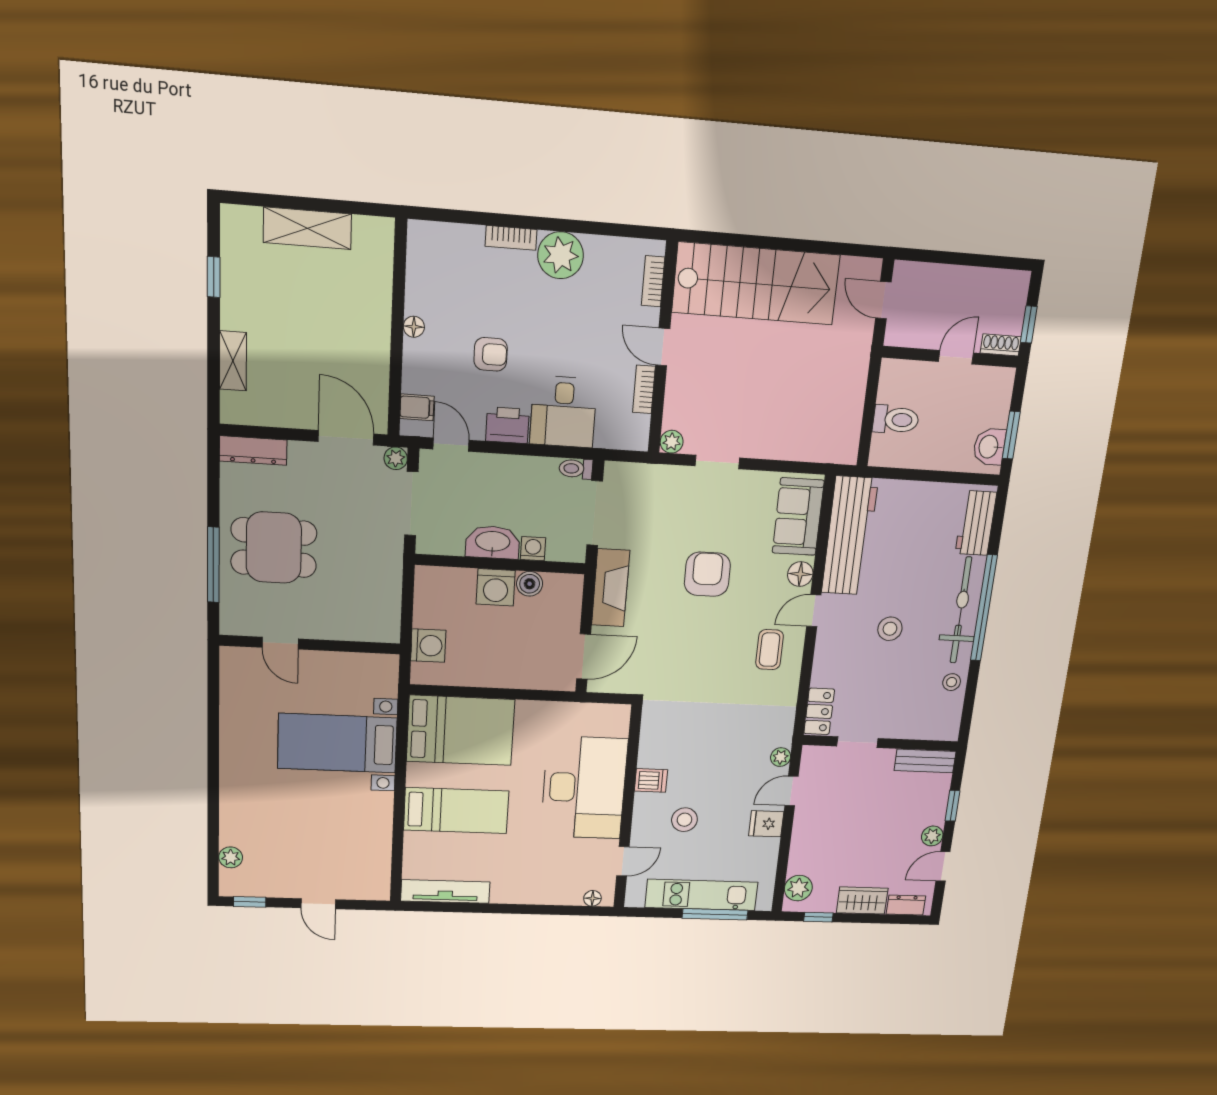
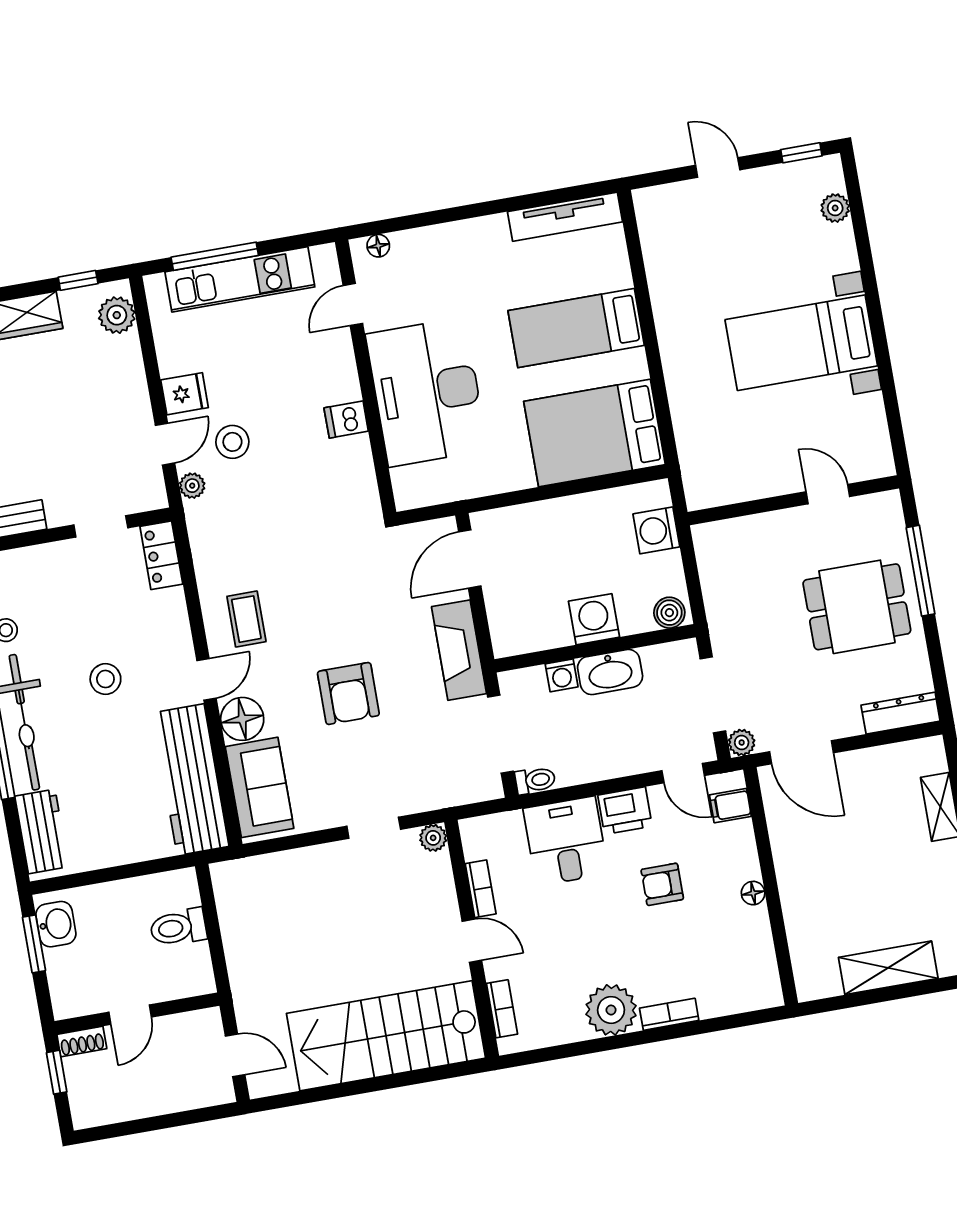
floor lamp: (800, 574) -> (242, 719), width x1.38, depth x1.38
boiler: (530, 584) -> (669, 613), moved
bed with nightstands: (337, 743) -> (801, 343), moved, turned 180
stool: (684, 820) -> (232, 442), moved

